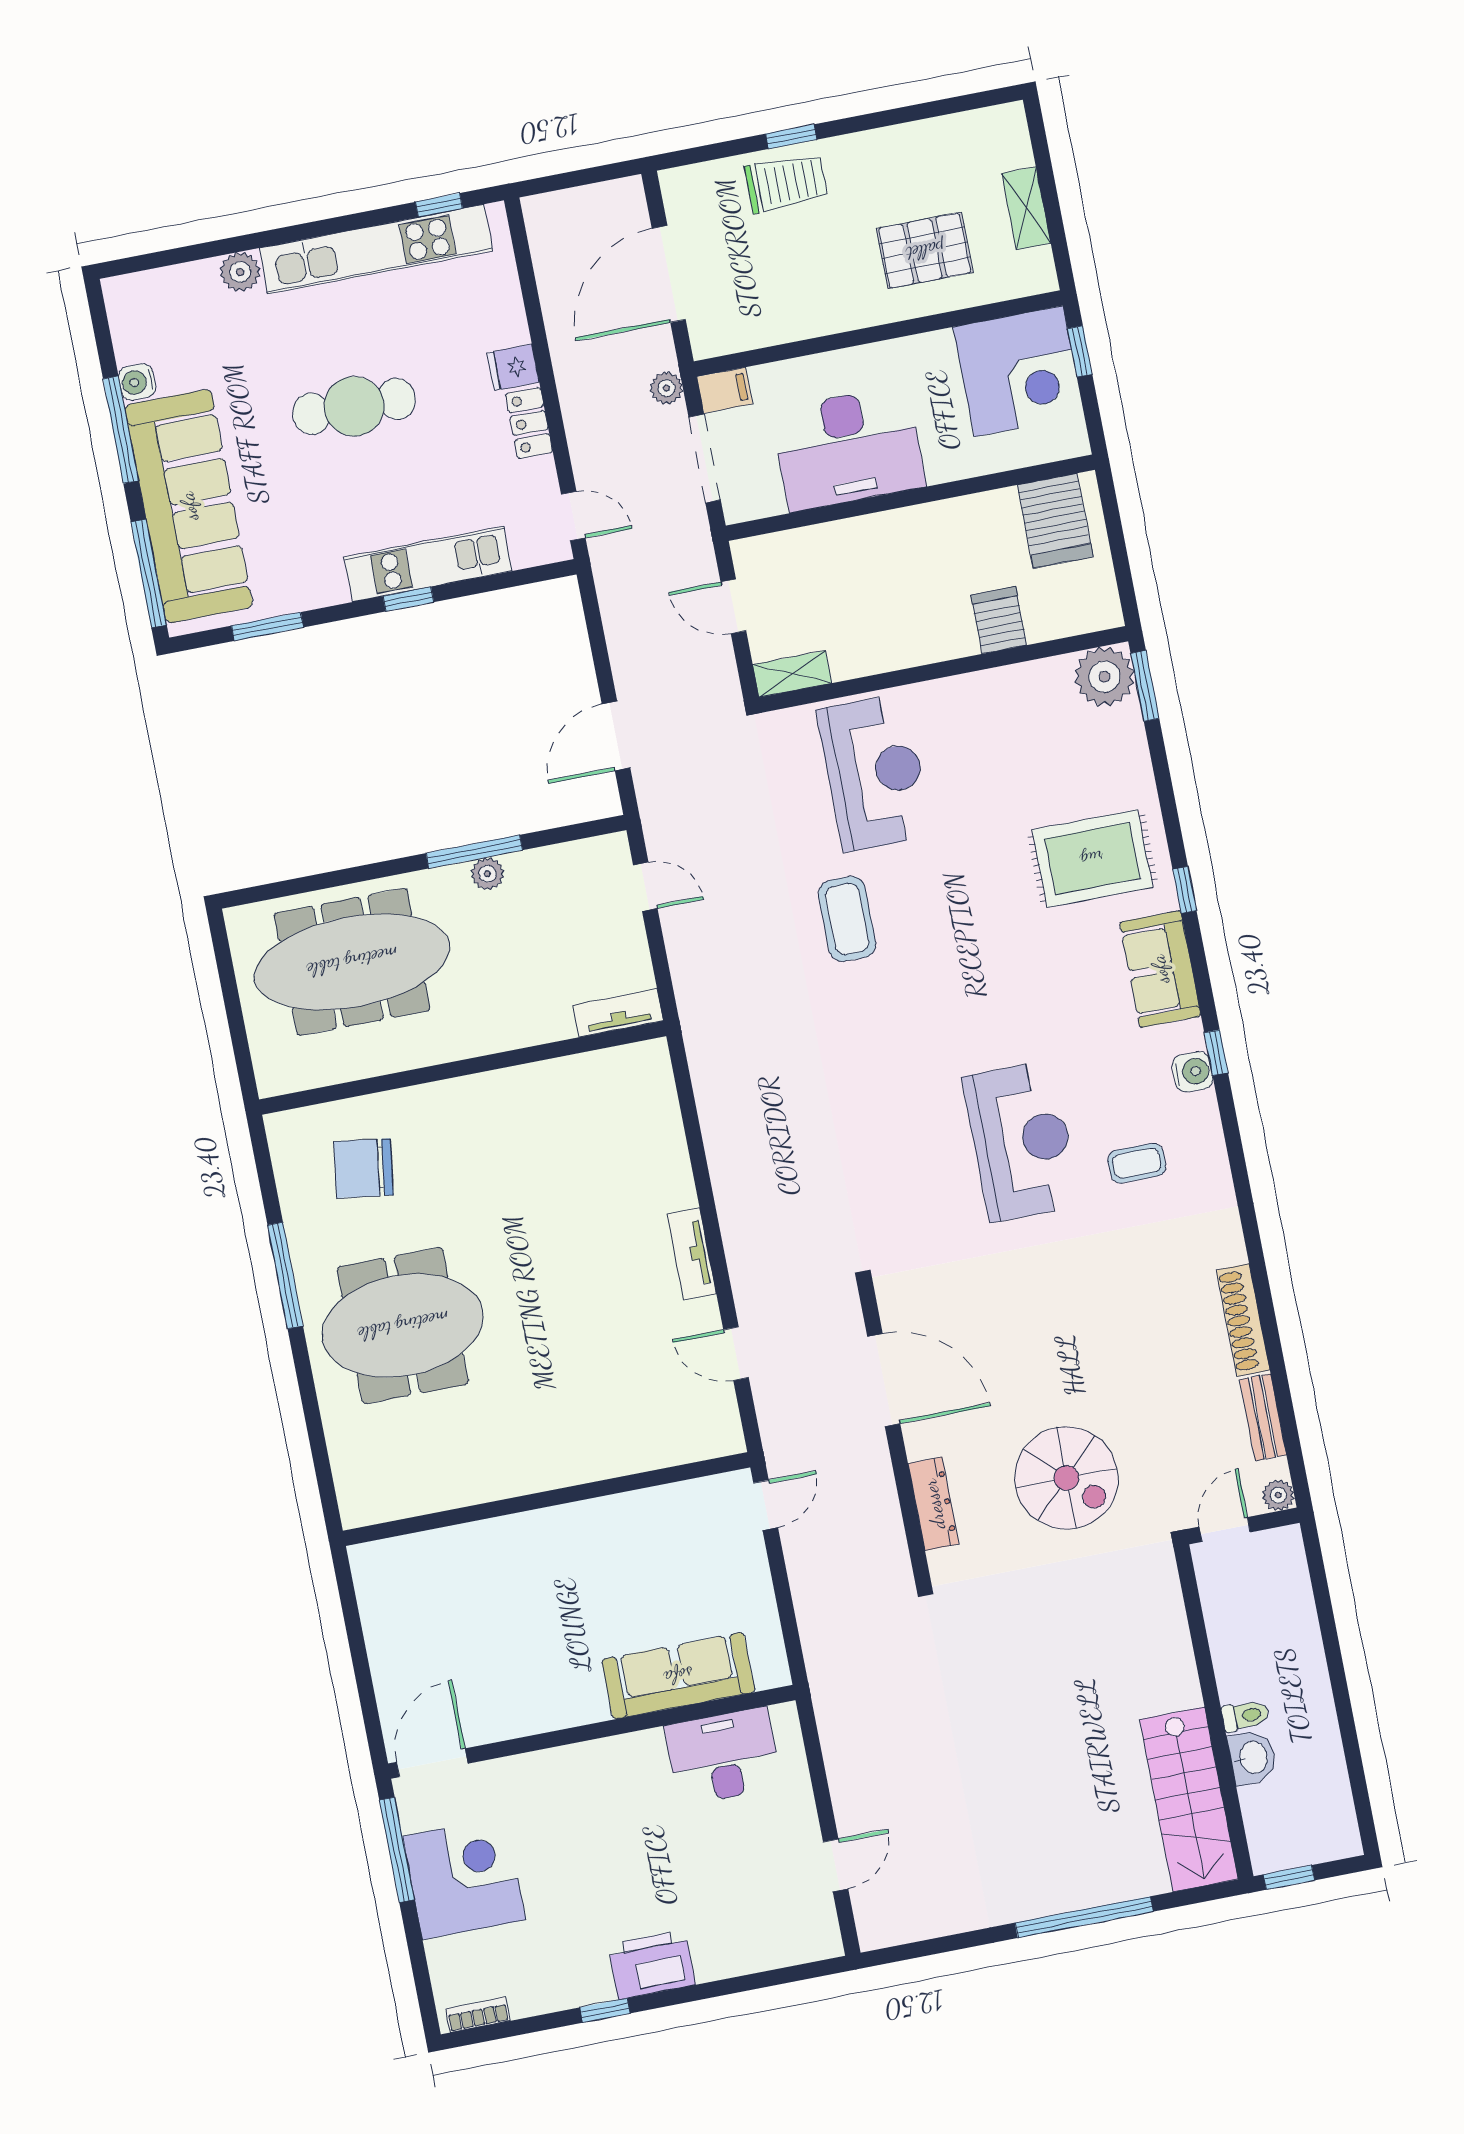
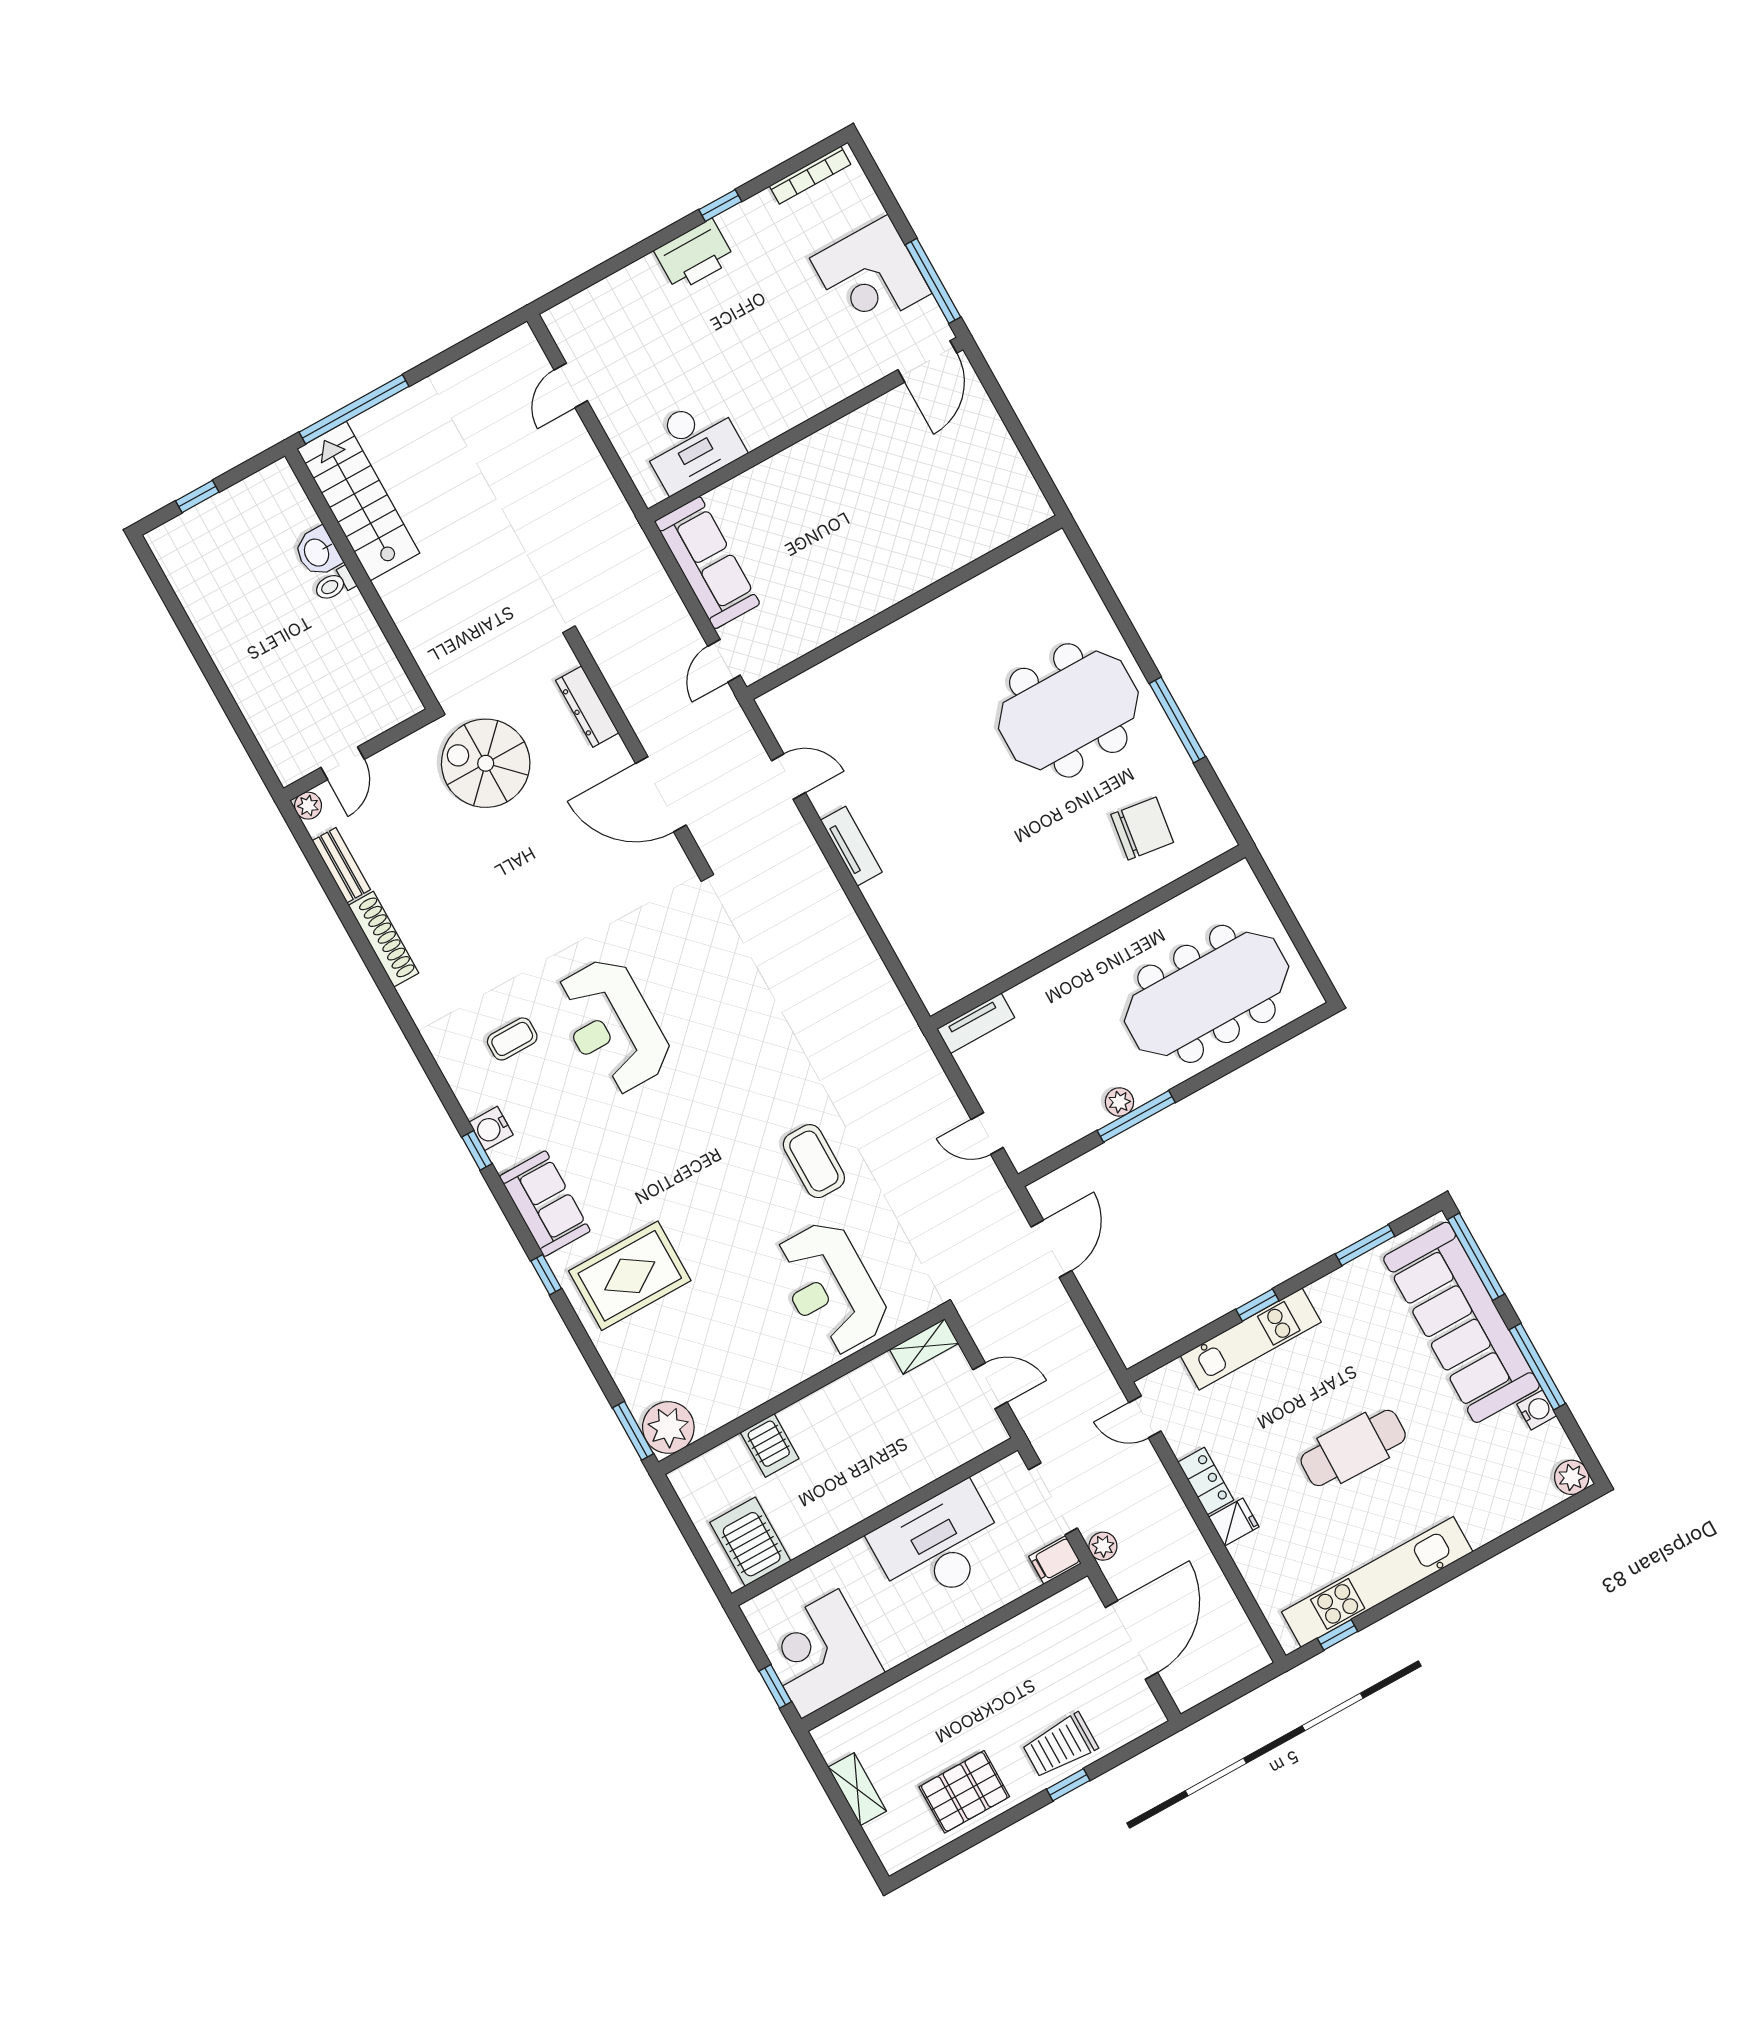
pallet: (925, 251) -> (964, 1792), moved
plant: (240, 272) -> (1572, 1477), moved
sofa: (678, 1676) -> (707, 563), moved, turned -90
wall: (1214, 1712) -> (361, 579), moved
toilet: (1245, 1716) -> (334, 584), moved
washbasin: (1252, 1758) -> (318, 552), moved
stairs: (1189, 1799) -> (358, 501), moved
bookcase: (478, 2015) -> (810, 175), width x1.56

